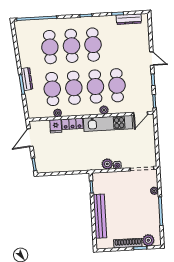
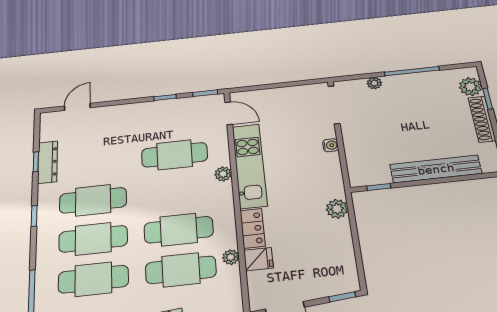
dresser: (129, 19) -> (48, 162), moved
door: (152, 59) -> (77, 107), moved
cafe table: (95, 86) -> (177, 191), removed
plant: (107, 164) -> (337, 209), moved

